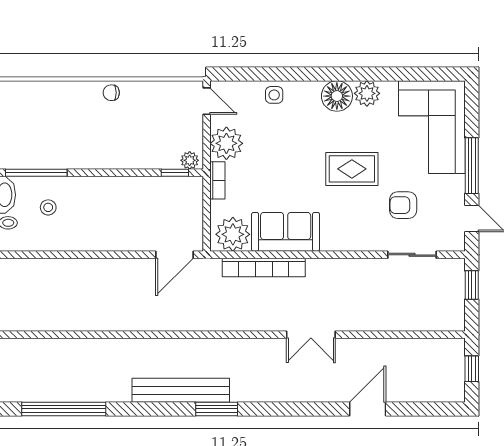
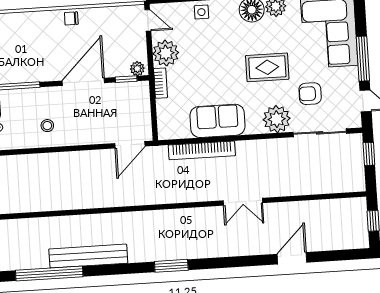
door: (121, 173) -> (83, 82), added
stool: (48, 207) -> (47, 126), moved
plant: (233, 234) -> (277, 119), moved
sliding door: (412, 255) -> (320, 133), width x1.37
bench: (181, 390) -> (88, 256), moved

